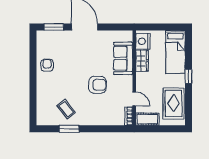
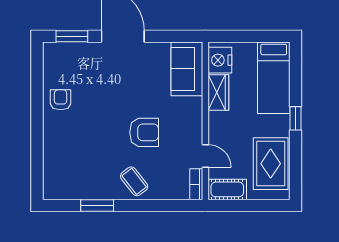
sofa: (123, 58) -> (187, 69), moved
coffee table: (66, 109) -> (134, 181), moved

